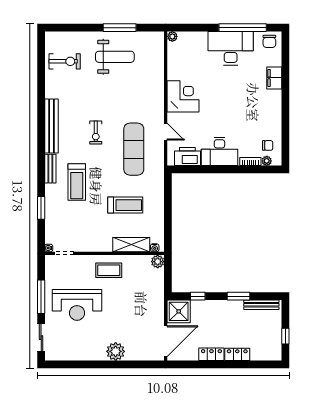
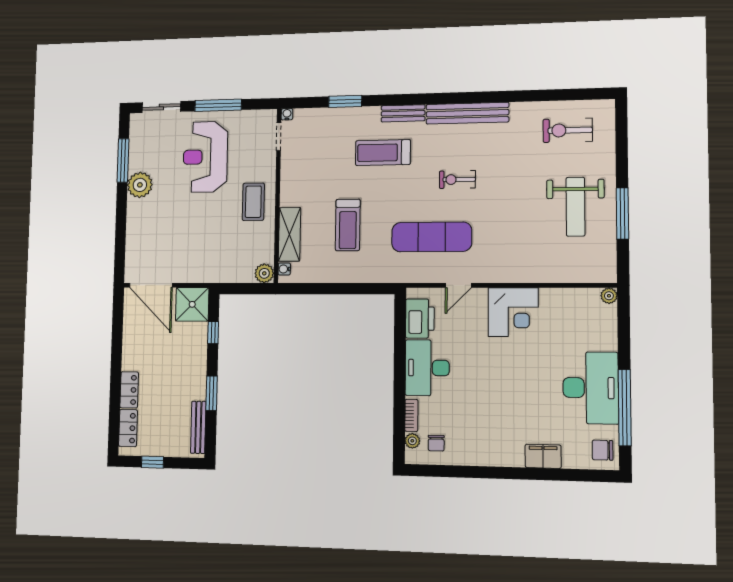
exercise bike: (65, 61) -> (568, 130), turned 90
plant: (116, 351) -> (140, 185), moved
locker: (211, 354) -> (128, 428), moved
window: (78, 364) -> (123, 160), added

